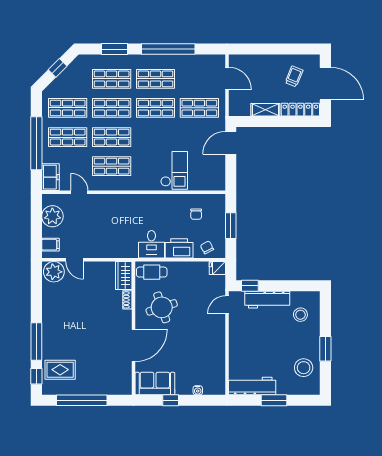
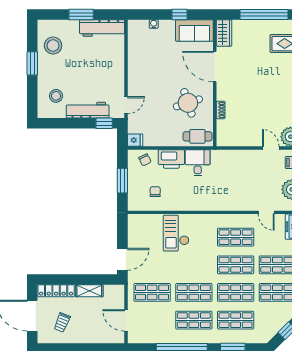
wardrobe: (124, 275) -> (224, 33), moved
door: (134, 345) -> (215, 67), hinge flipped

